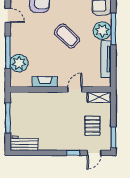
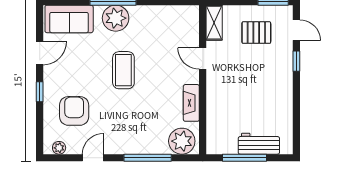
coffee table: (67, 36) -> (123, 70), turned -43
tv unit: (106, 59) -> (158, 12), removed
plant: (19, 63) -> (182, 141), moved
workbench: (24, 143) -> (259, 144), moved, turned 90

